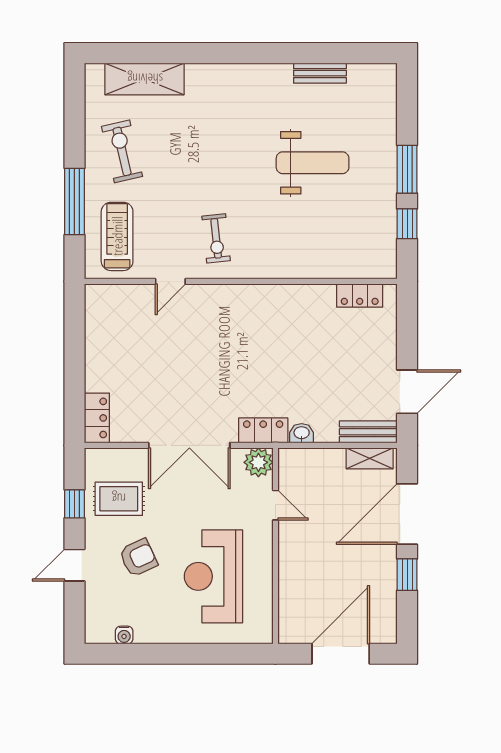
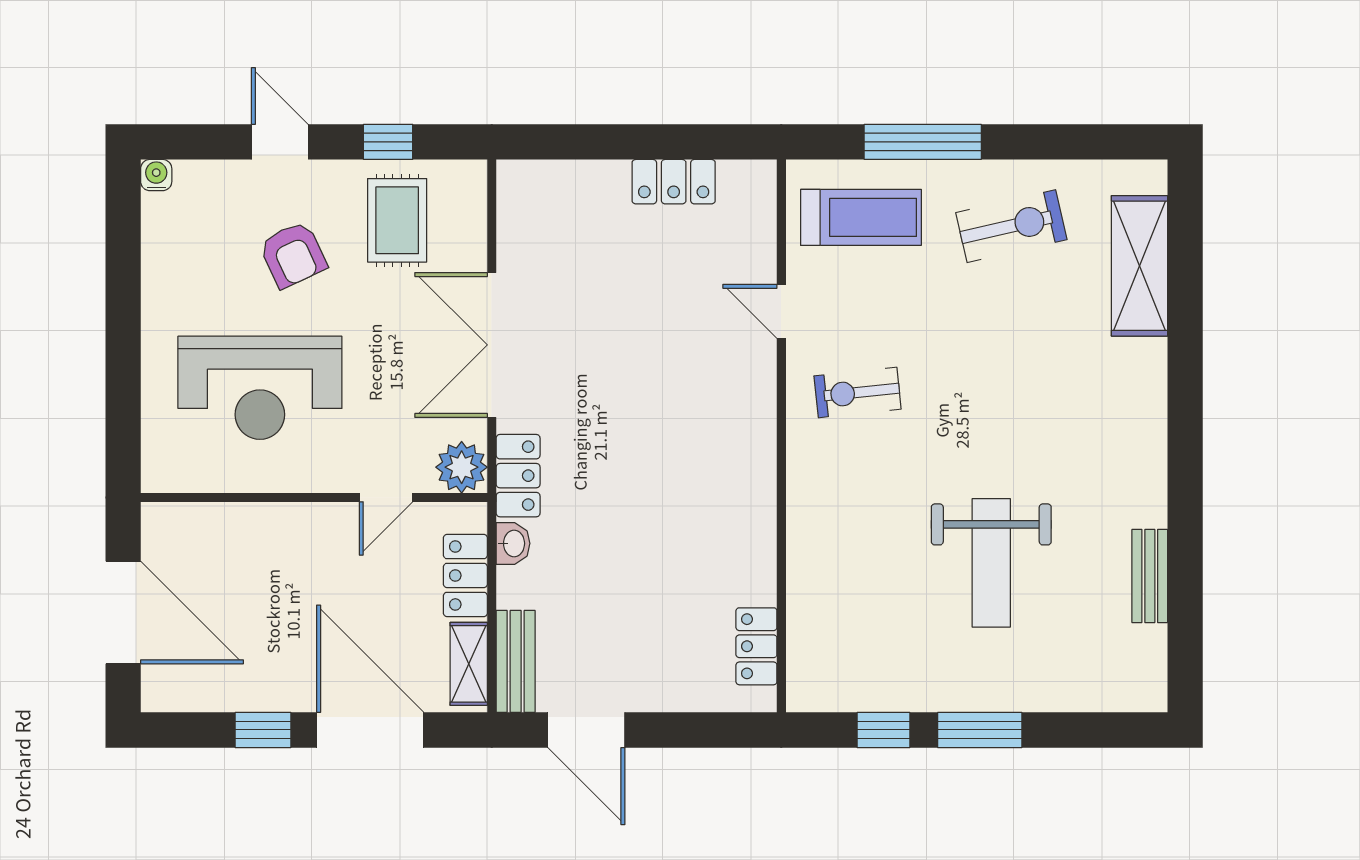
locker: (97, 418) -> (674, 182), moved
locker: (320, 460) -> (465, 575), added
reception desk: (213, 576) -> (260, 388), turned 180
water cooler: (124, 635) -> (156, 175), moved, turned 90

